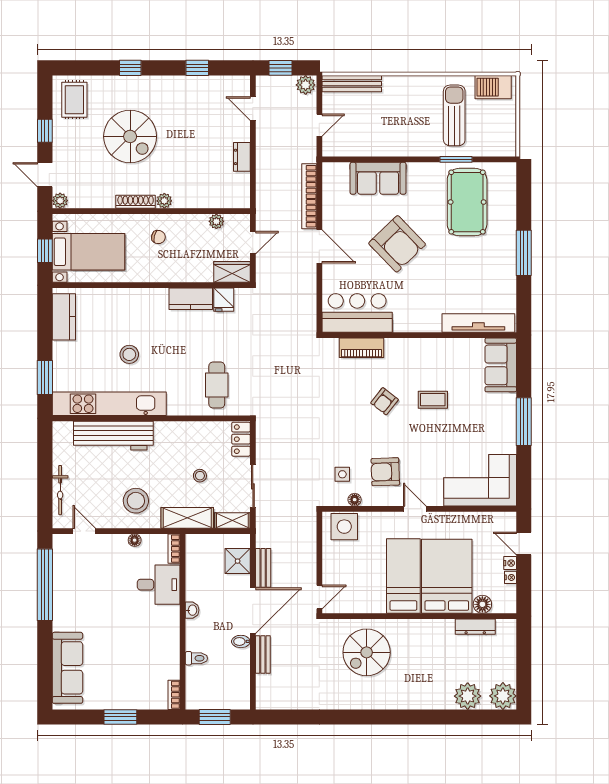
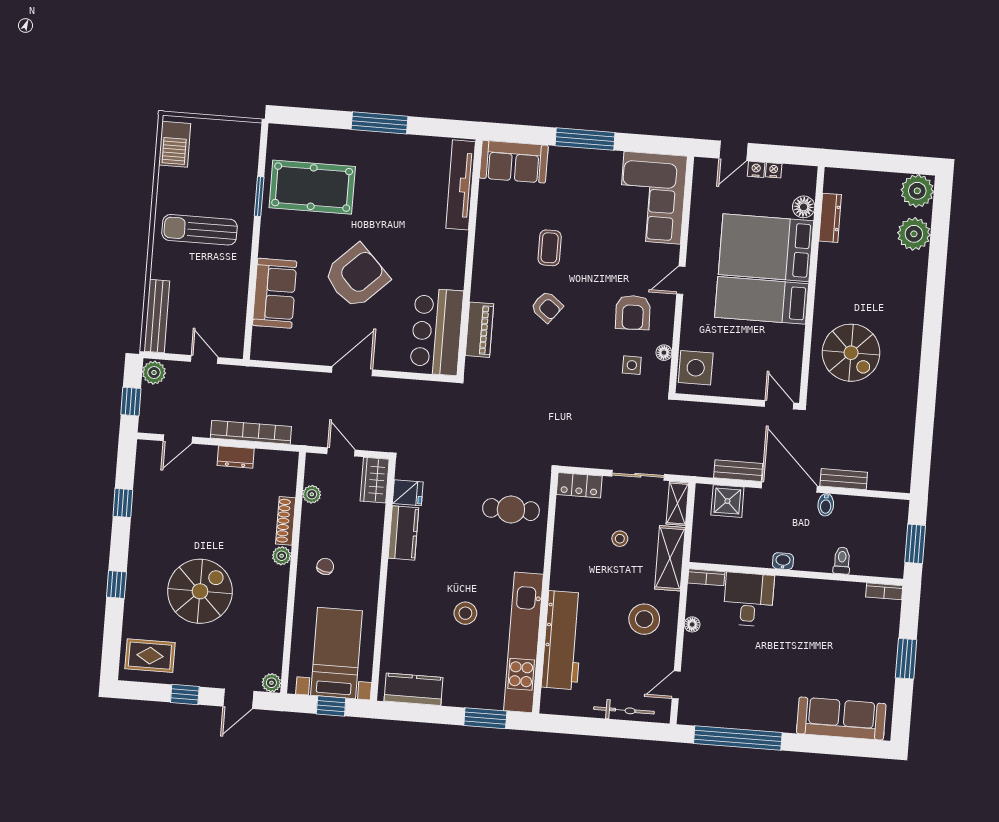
sun lounger: (454, 115) -> (199, 230), moved
bookcase: (309, 196) -> (251, 432), moved, turned 180
shoe rack: (136, 202) -> (286, 521), moved

